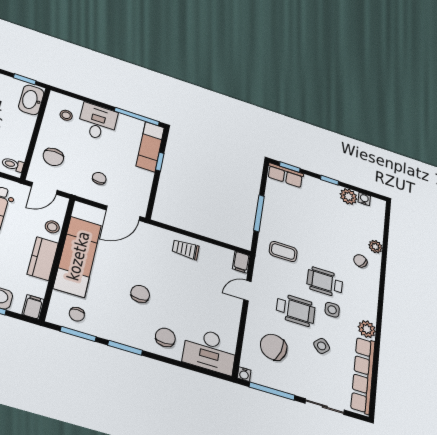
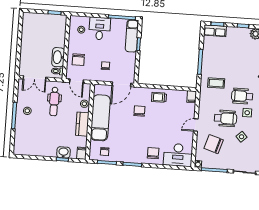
washbasin: (31, 100) -> (58, 57), moved
door: (44, 188) -> (76, 81), hinge flipped
door: (247, 291) -> (196, 125), moved
chair: (140, 294) -> (139, 111), moved

